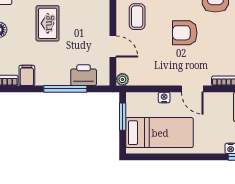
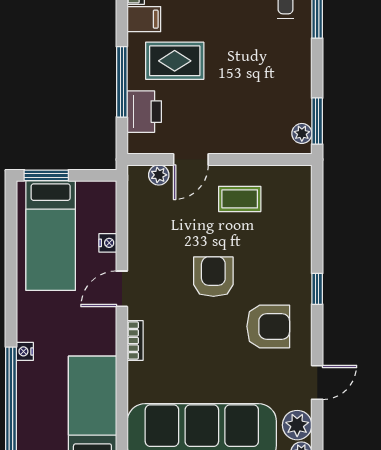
rug: (48, 23) -> (175, 61), moved
plant: (122, 79) -> (159, 175), moved
window: (123, 117) -> (46, 175), moved

